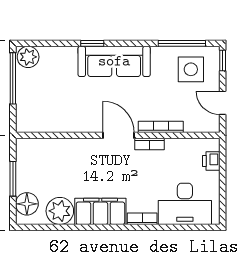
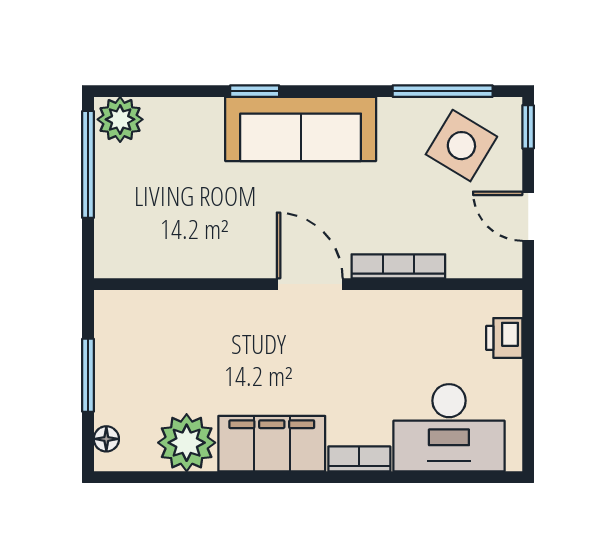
side table: (191, 69) -> (461, 146), turned 31
bookcase: (149, 144) -> (375, 302), removed
floor lamp: (27, 204) -> (106, 439), width x0.53, depth x0.53

